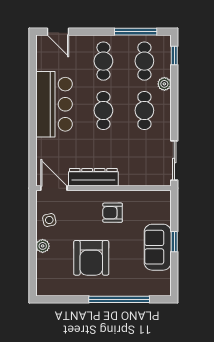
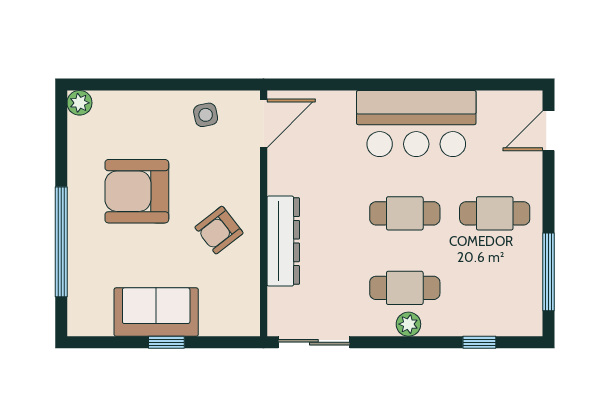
window: (174, 55) -> (479, 342), moved
cafe table: (144, 61) -> (495, 288), removed
plant: (164, 84) -> (408, 324), moved
dresser: (93, 177) -> (283, 241), moved
armchair: (113, 213) -> (219, 230), turned -128
plant: (43, 246) -> (79, 103), moved

